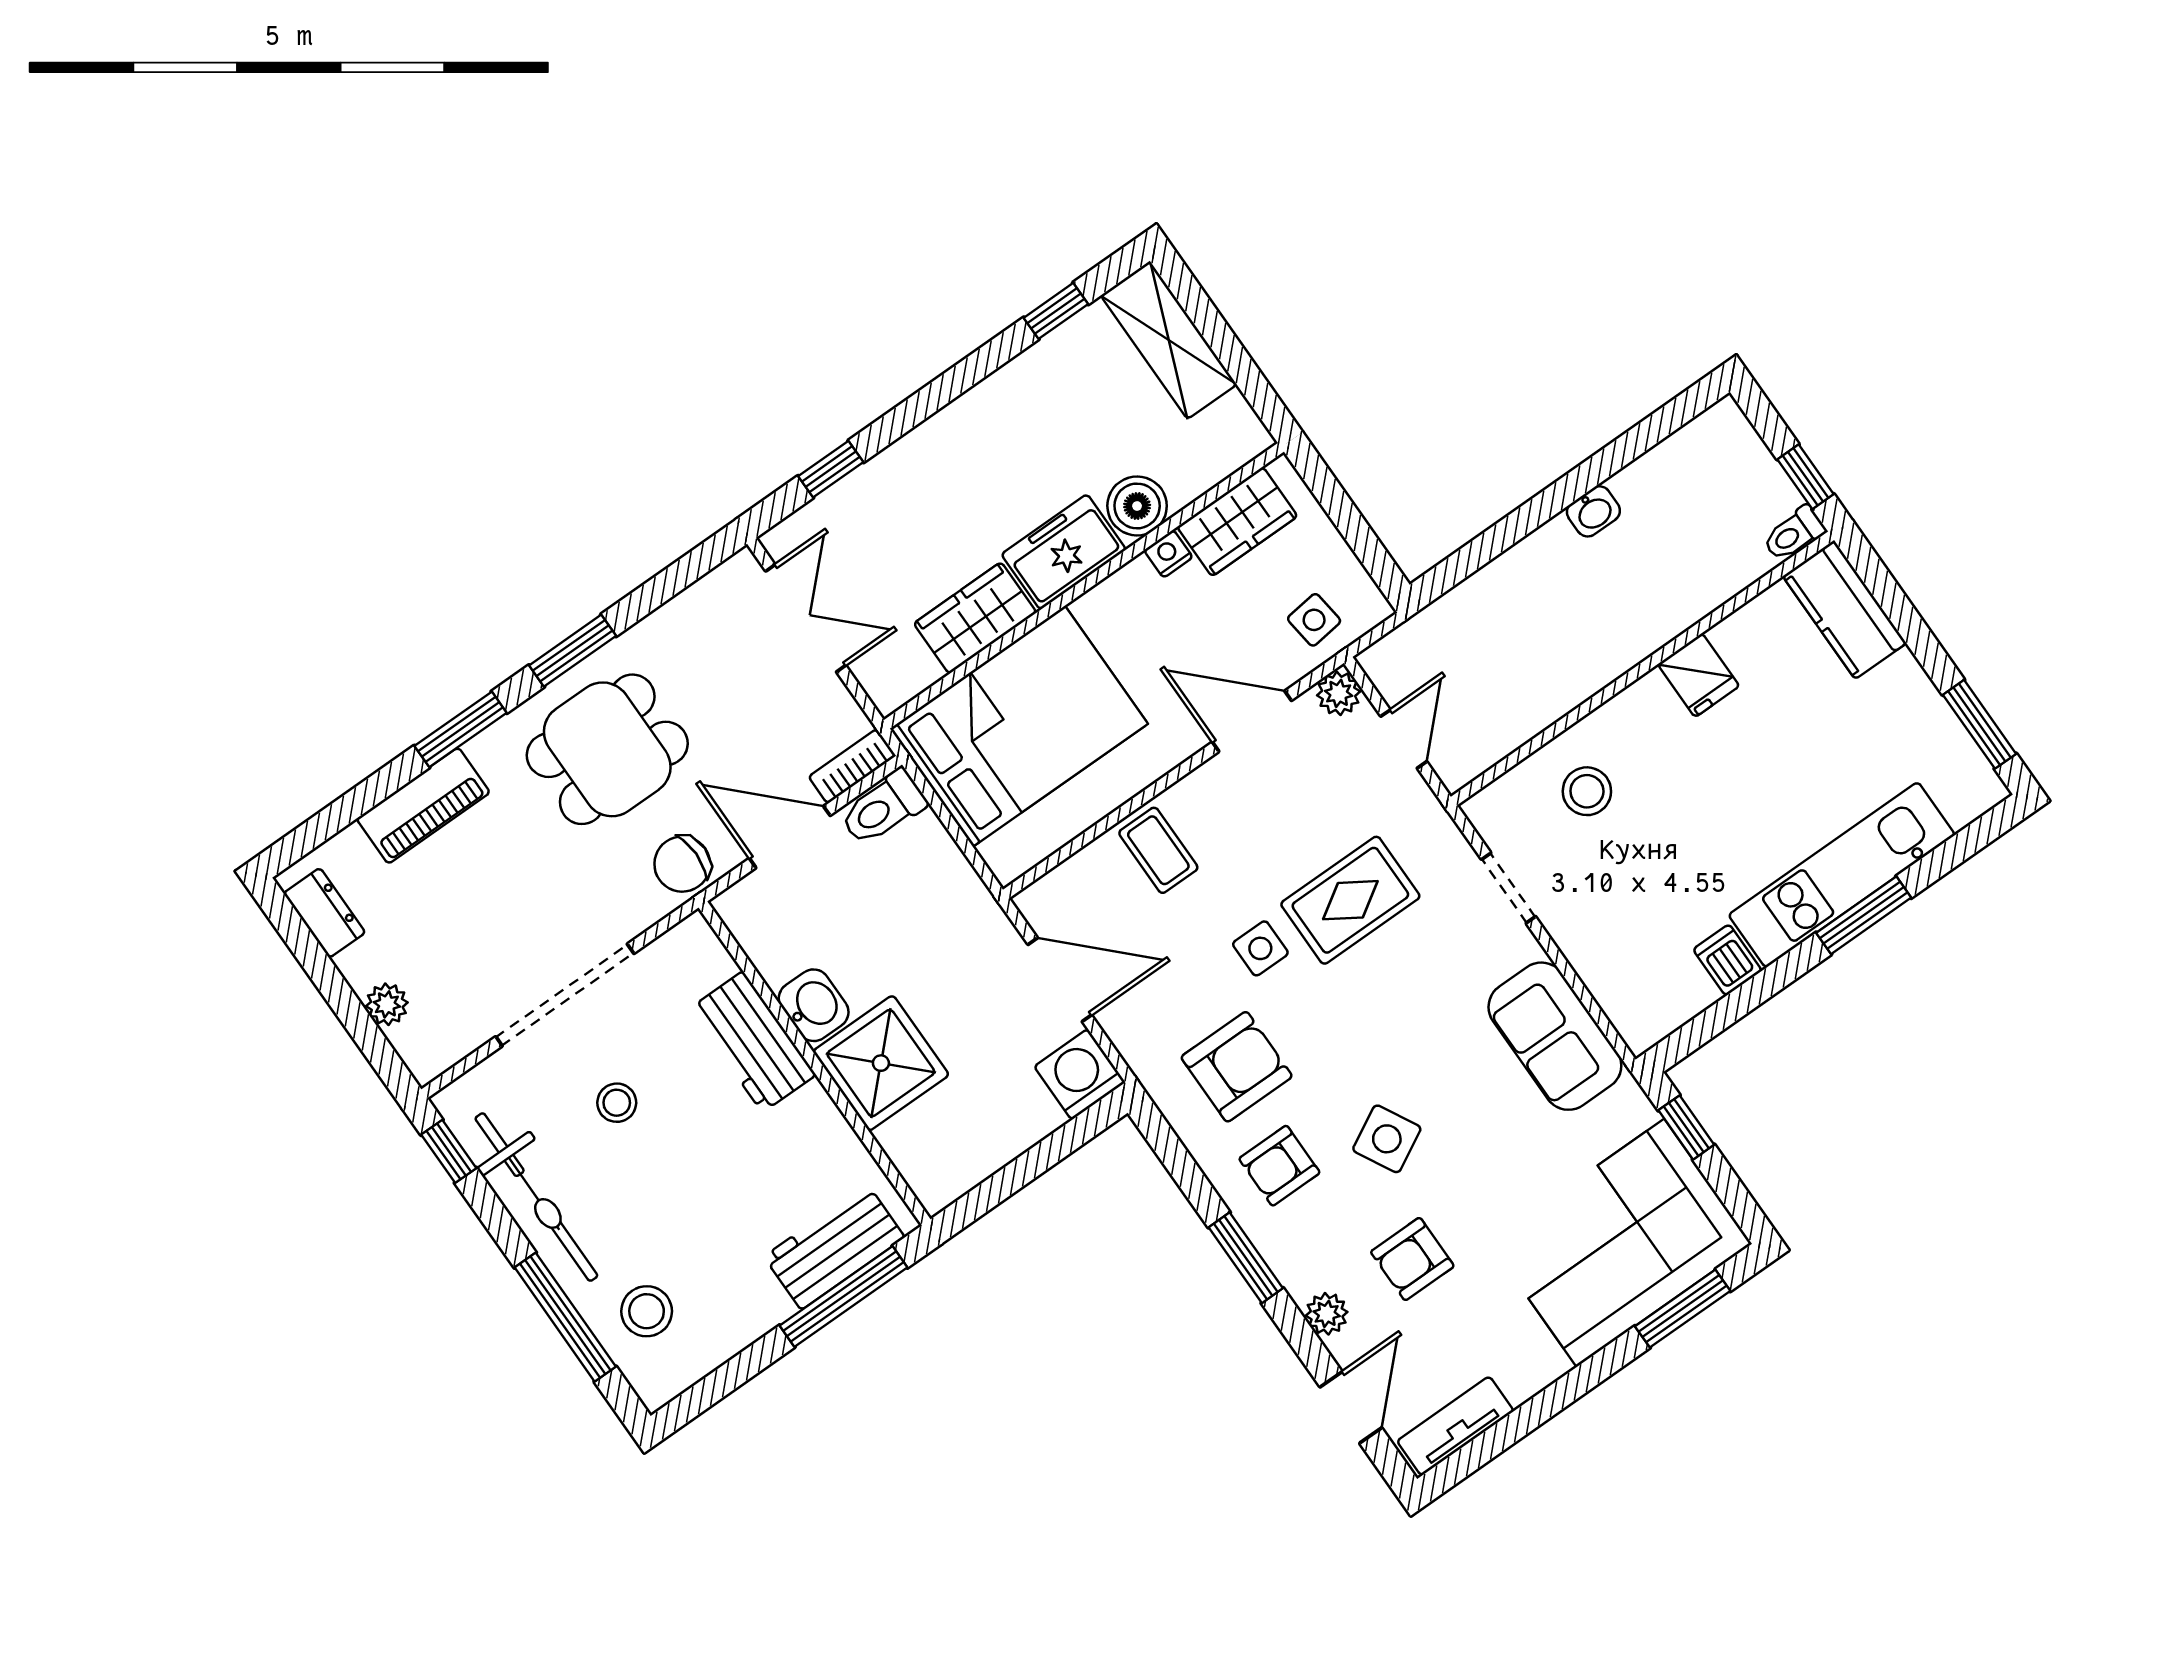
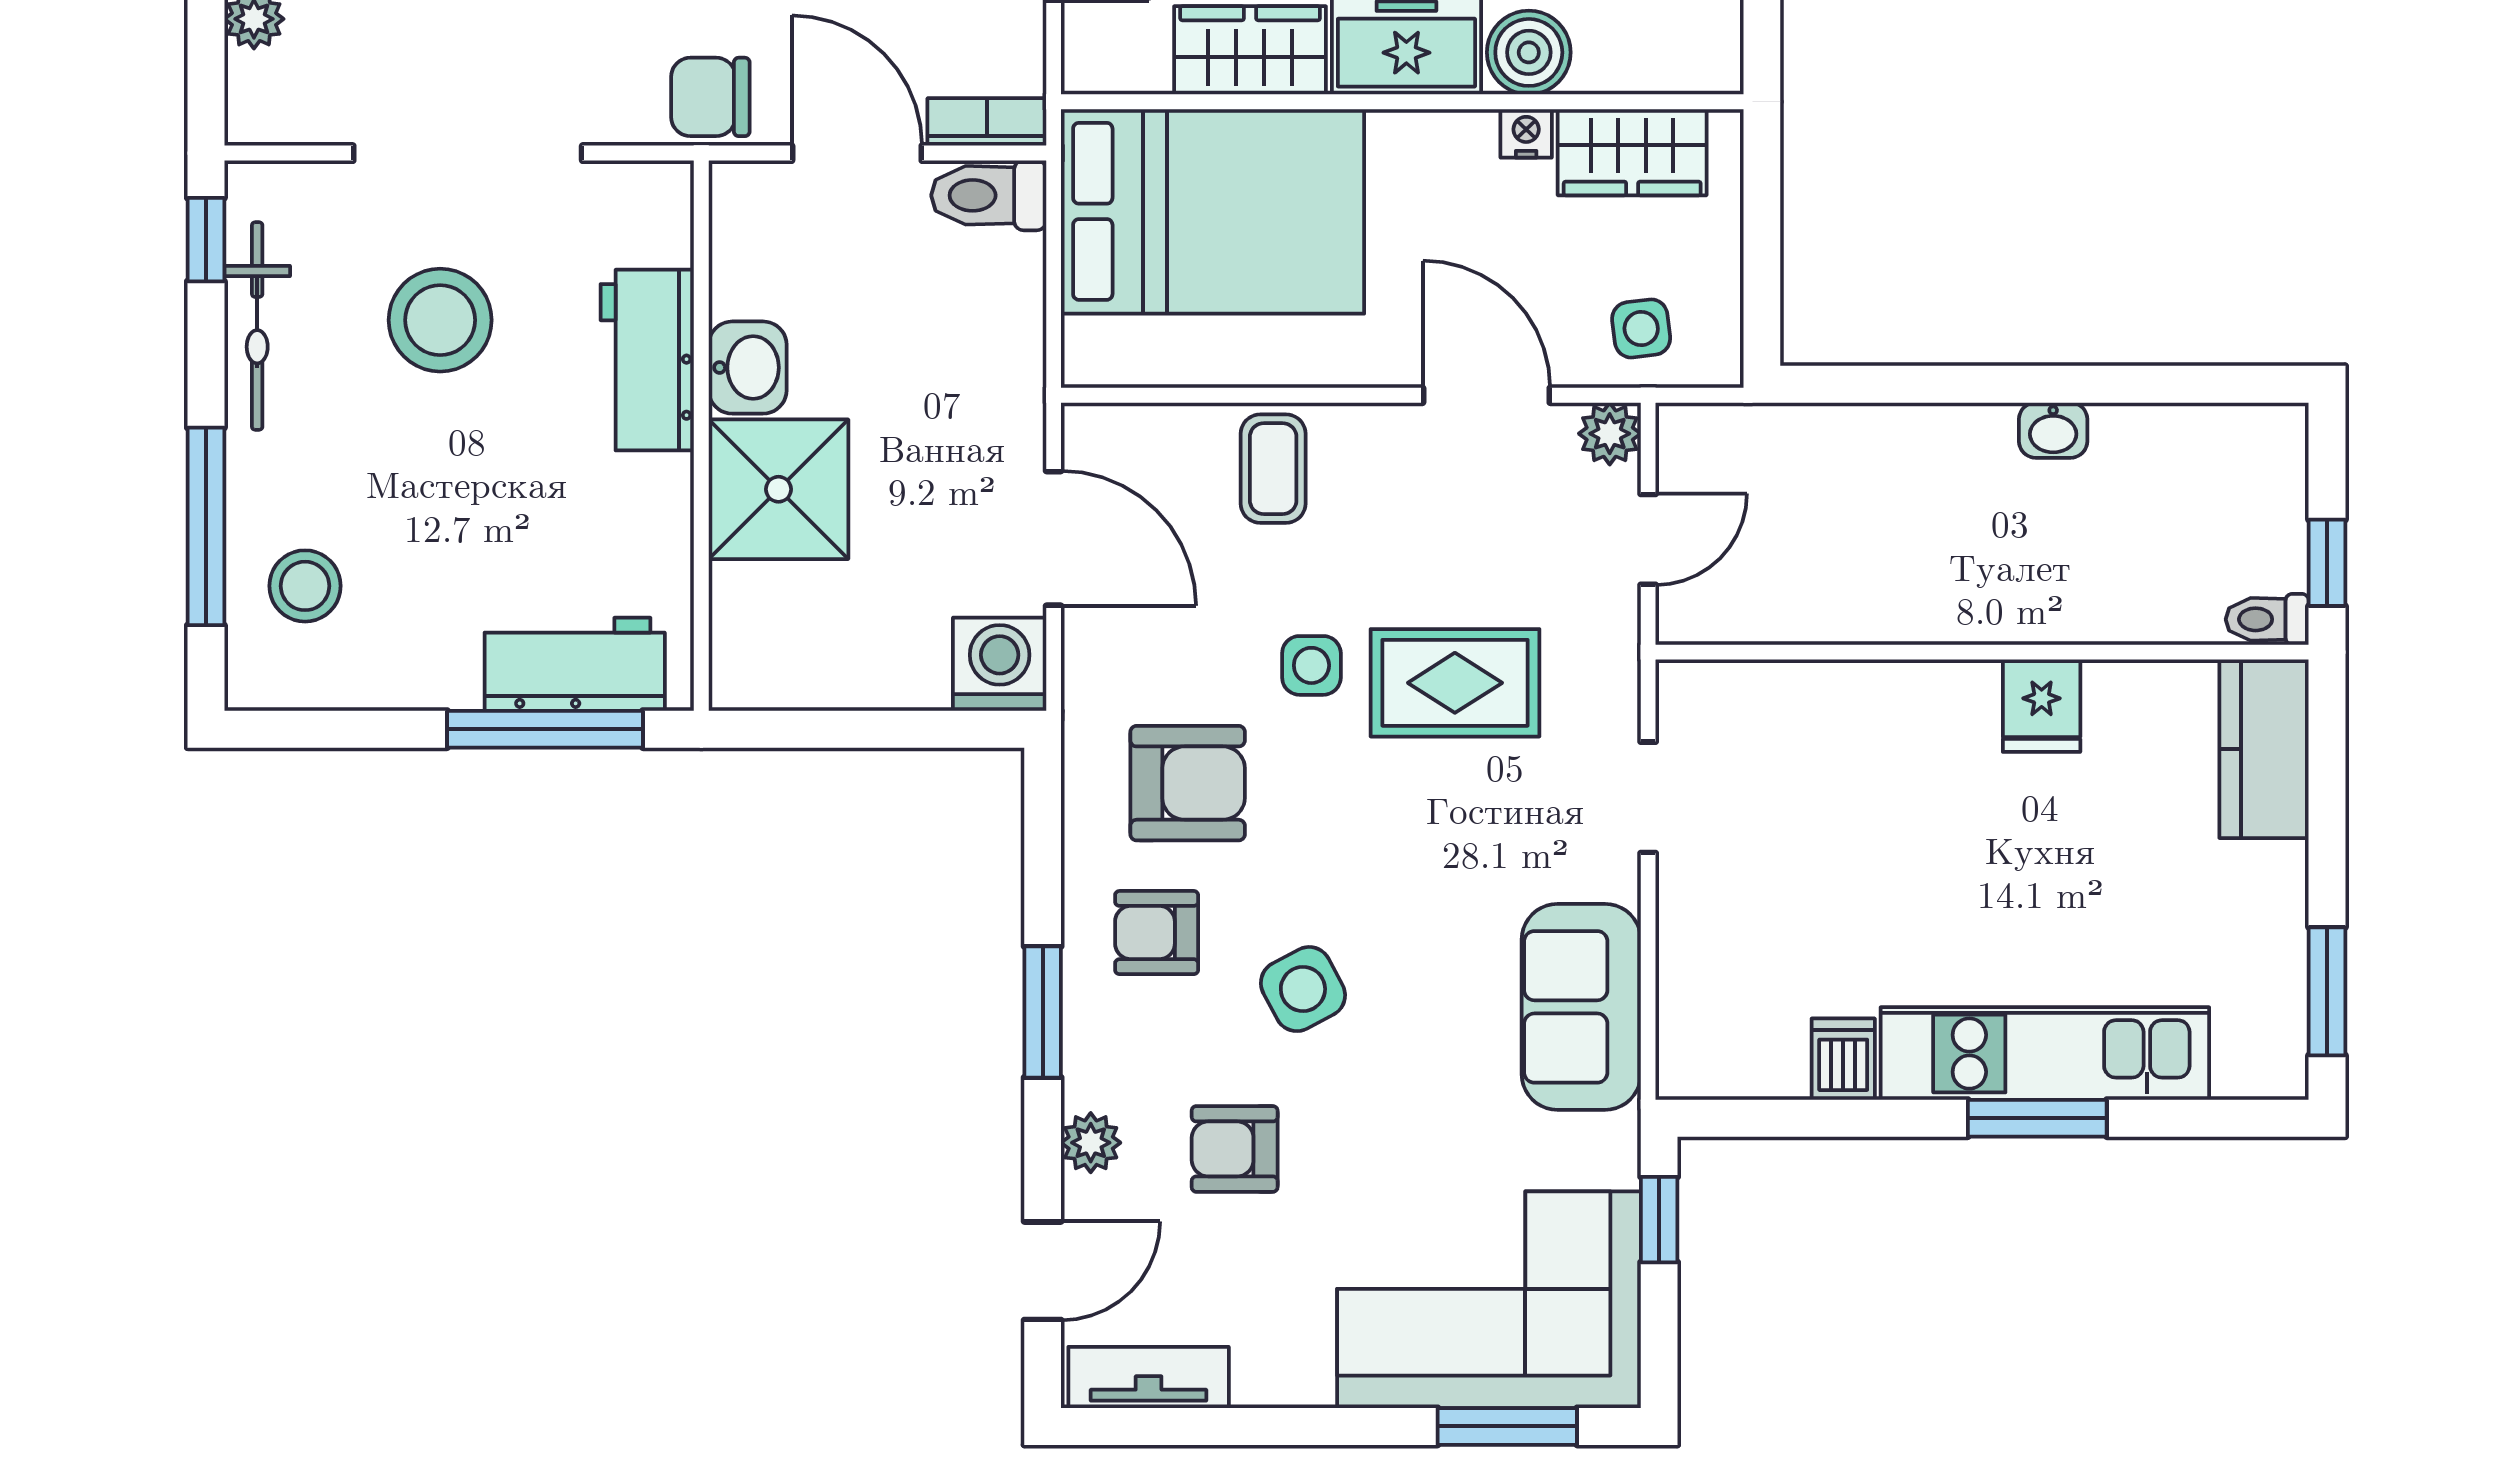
stool: (1587, 791) -> (1818, 749), removed
stool: (617, 1103) -> (440, 320), width x1.89, depth x1.89
bicycle: (536, 1197) -> (257, 326), width x0.73, depth x0.71

